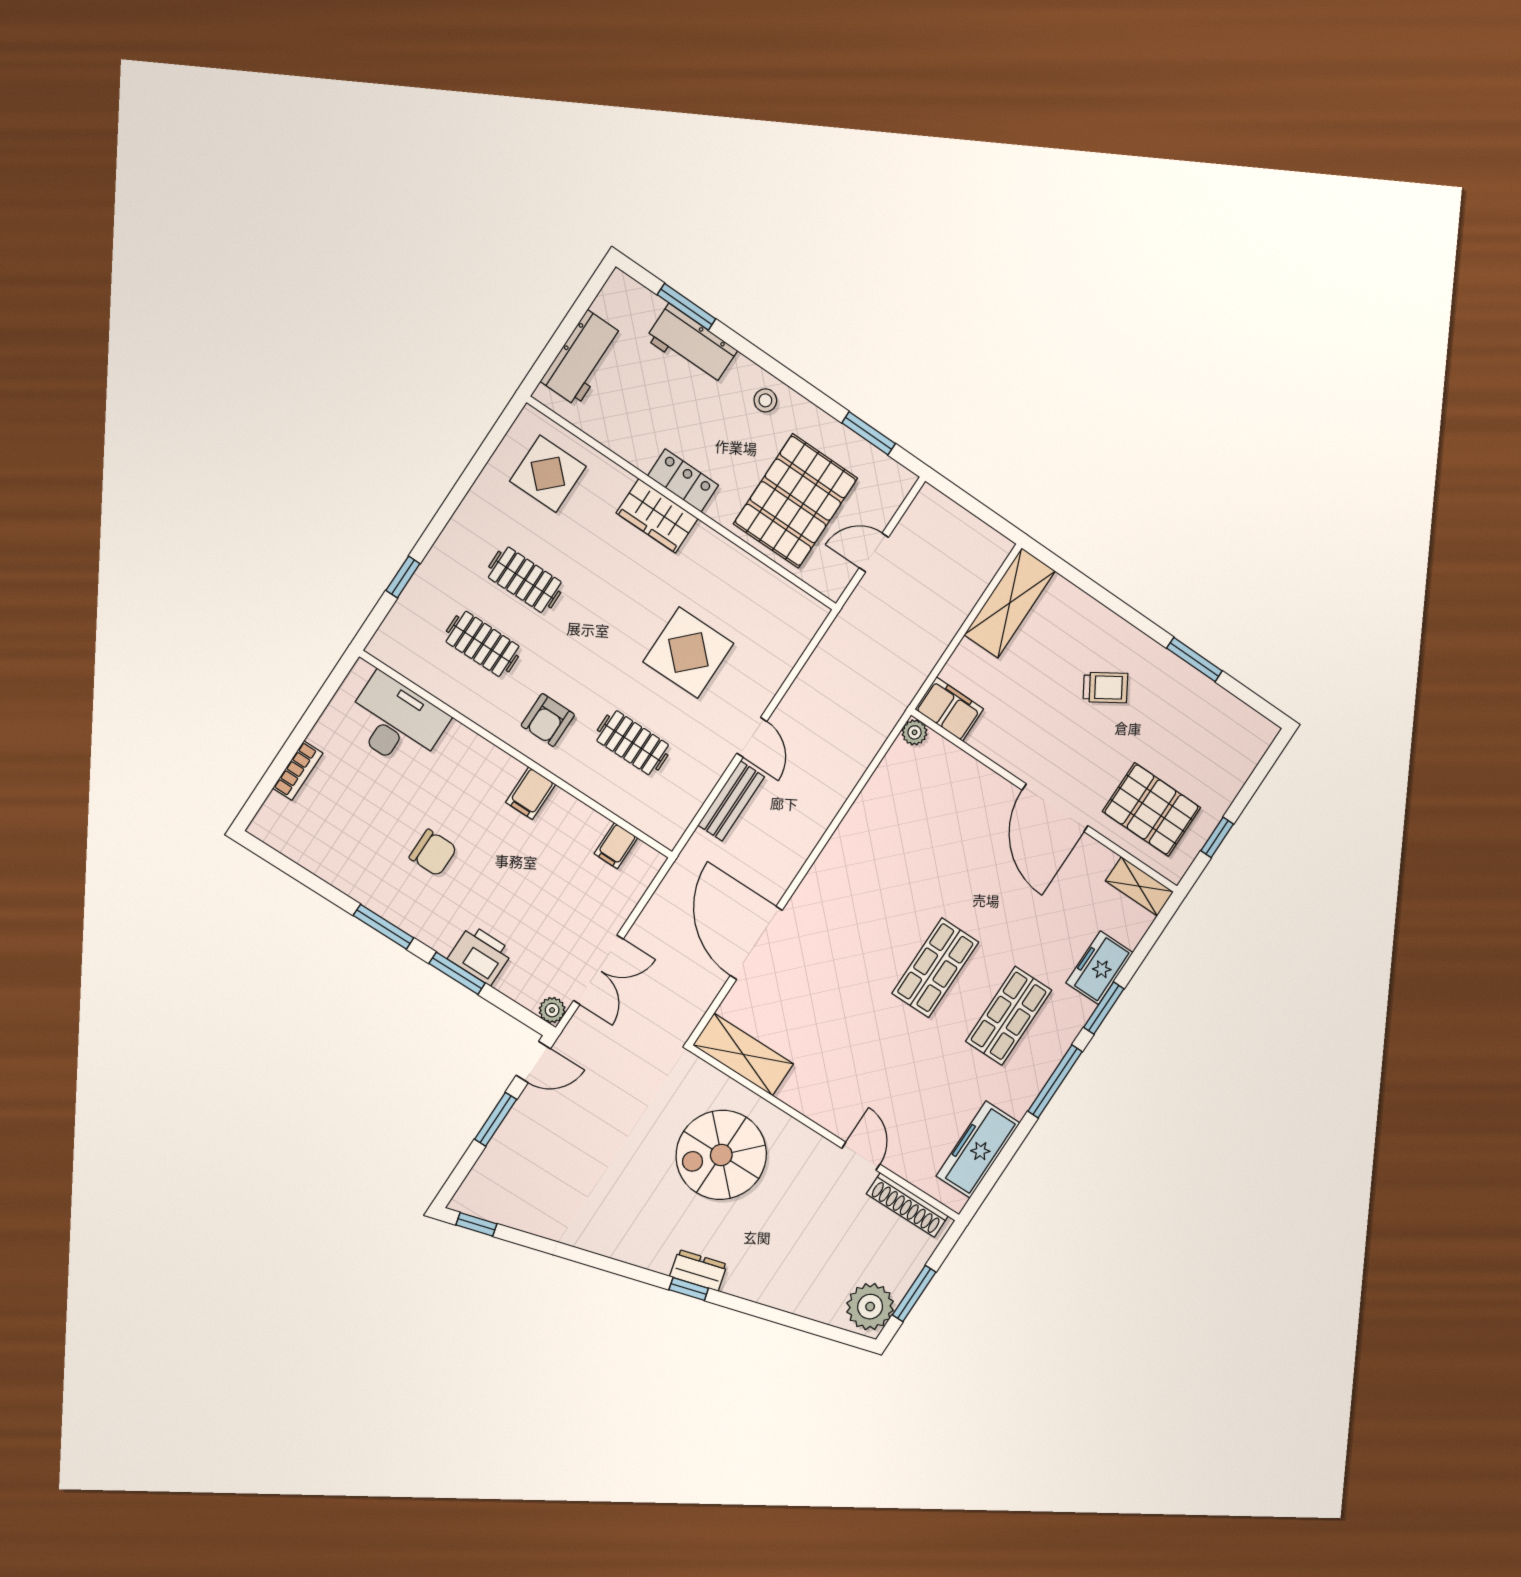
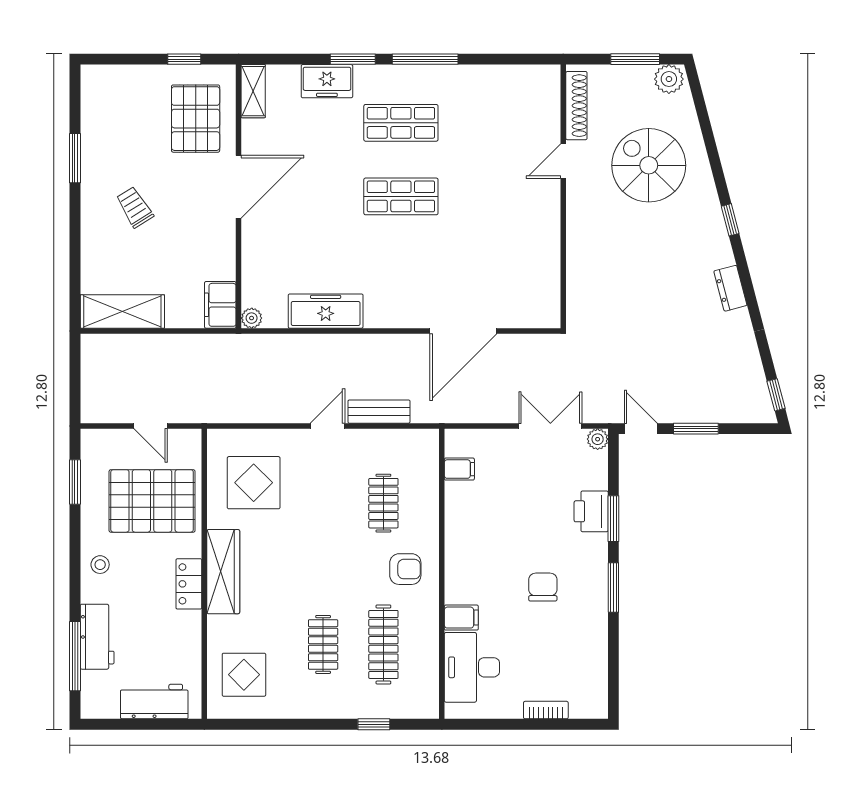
window: (686, 307) -> (75, 656), width x1.44
wardrobe: (657, 516) -> (223, 572), width x1.50
clothes rail: (483, 644) -> (383, 644), width x1.36
display table: (688, 653) -> (254, 483), moved
filing cabinet: (531, 793) -> (461, 618), moved
shelving: (743, 1054) -> (545, 289), removed
freezer: (978, 1150) -> (326, 311), moved, turned 180
spiral stairs: (721, 1155) -> (649, 165), moved, turned 180
dresser: (698, 1270) -> (730, 288), moved
plant: (870, 1307) -> (669, 79), width x0.73, depth x0.73

